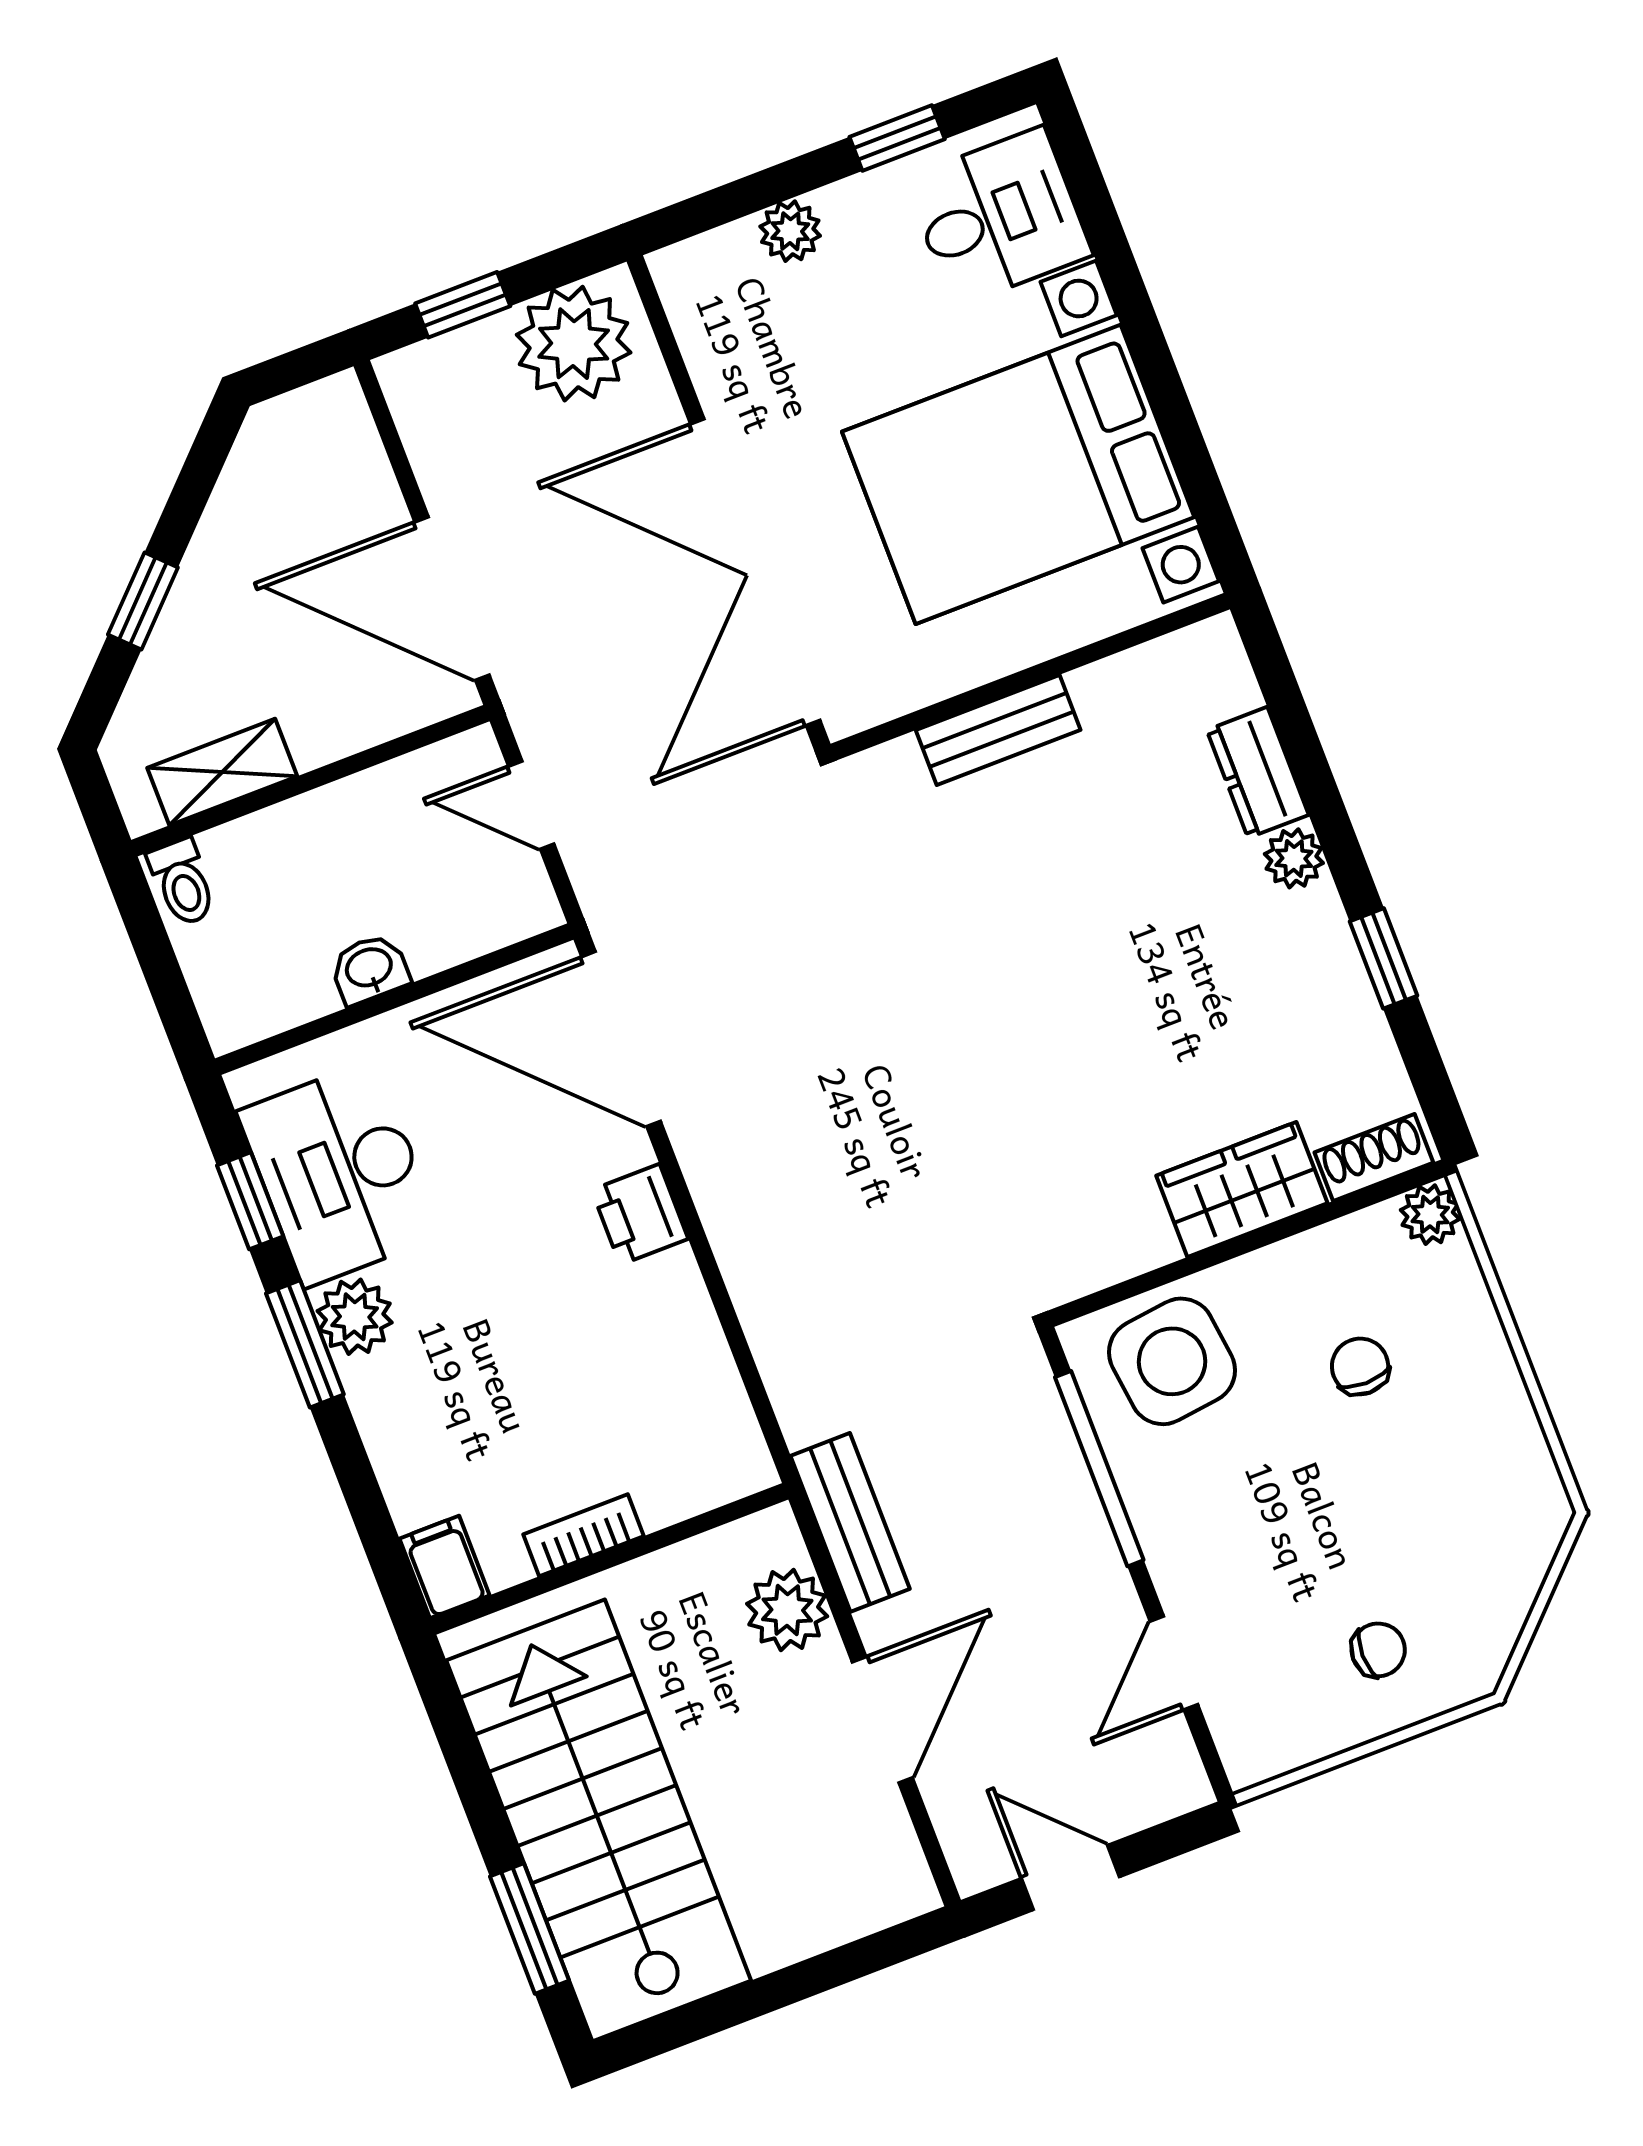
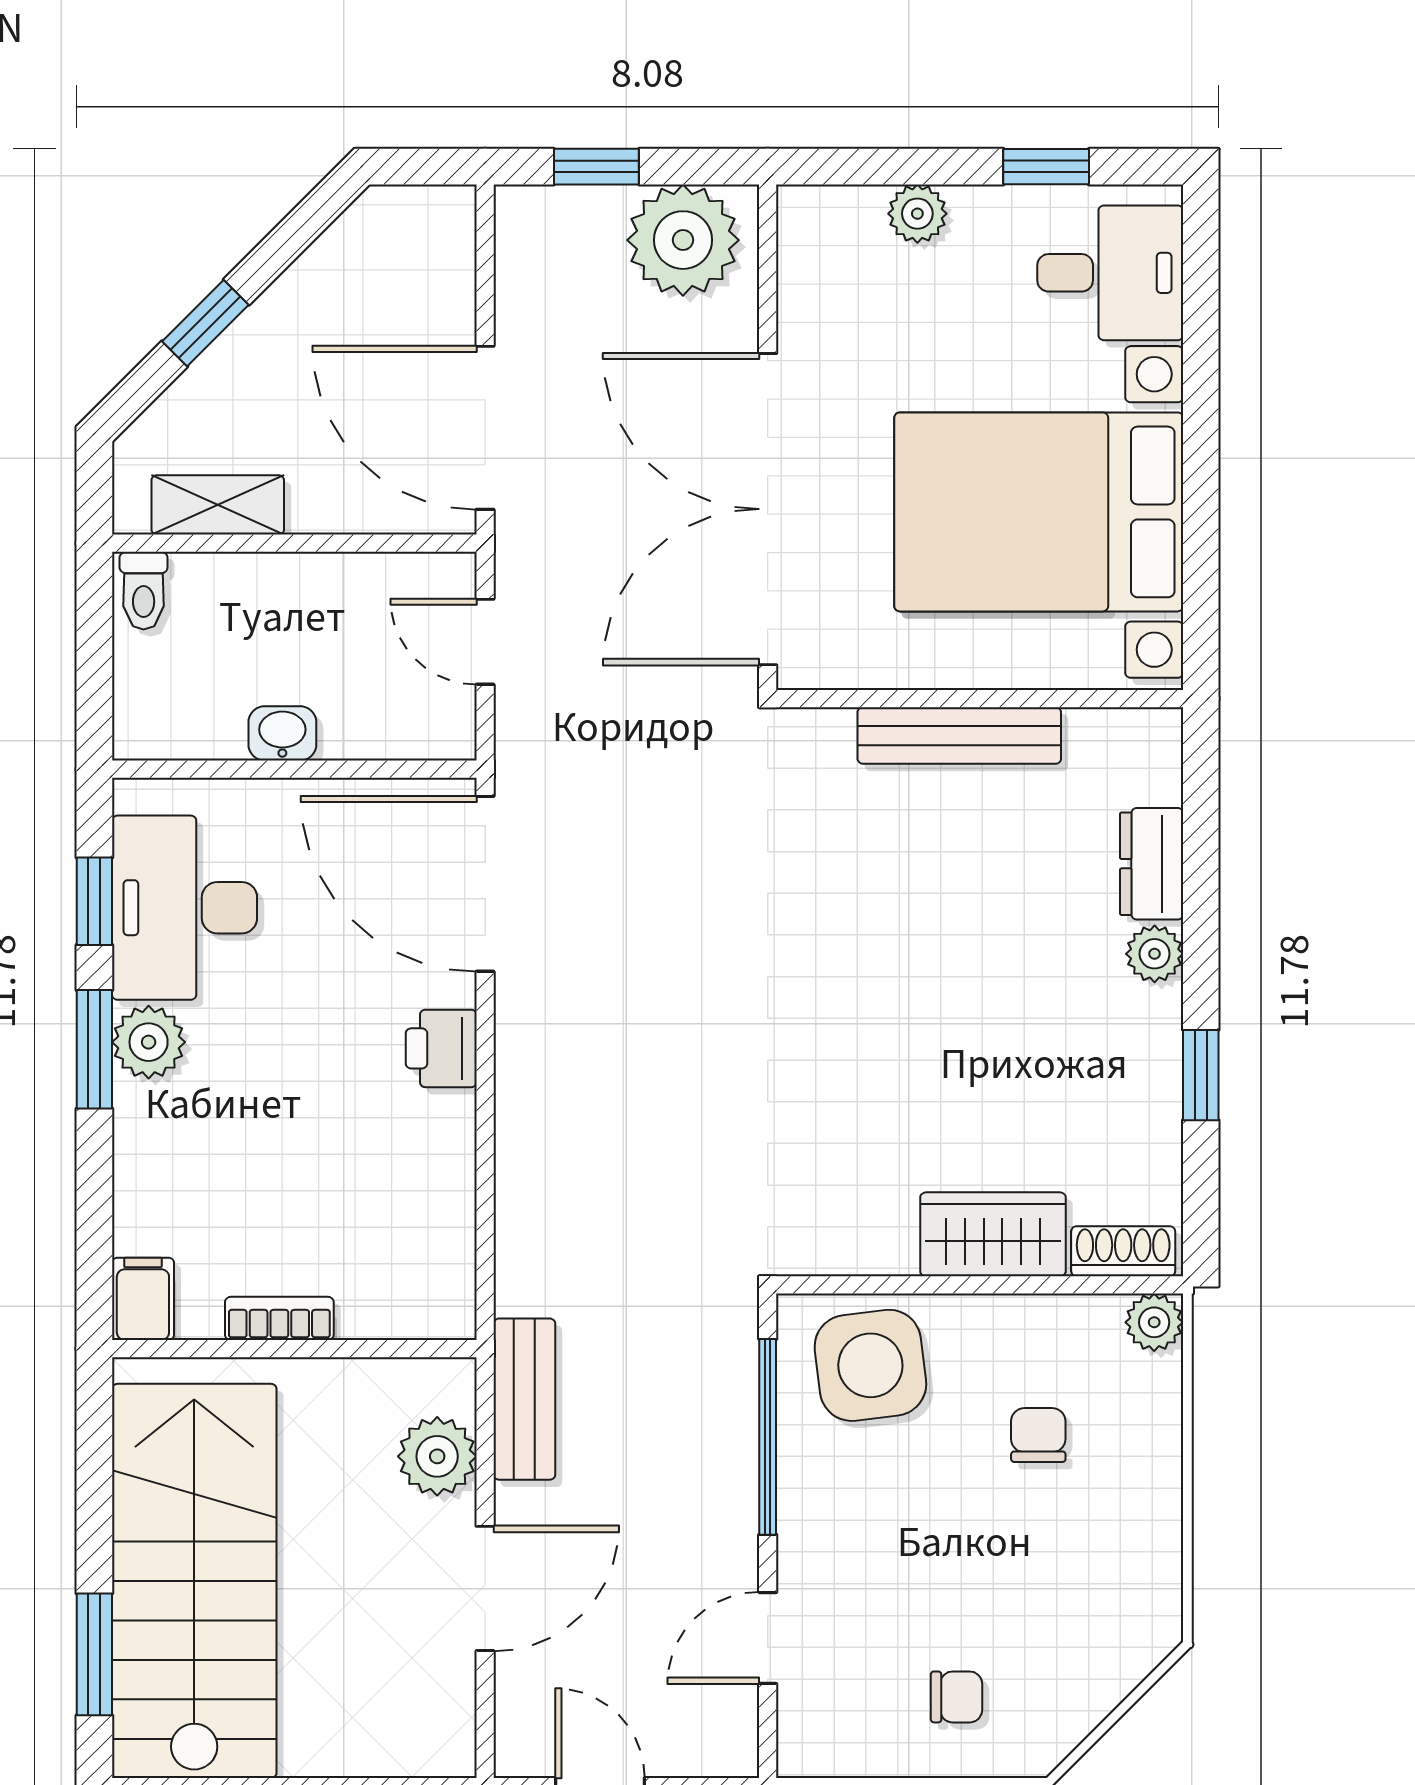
bench: (998, 730) -> (959, 736), width x1.36

